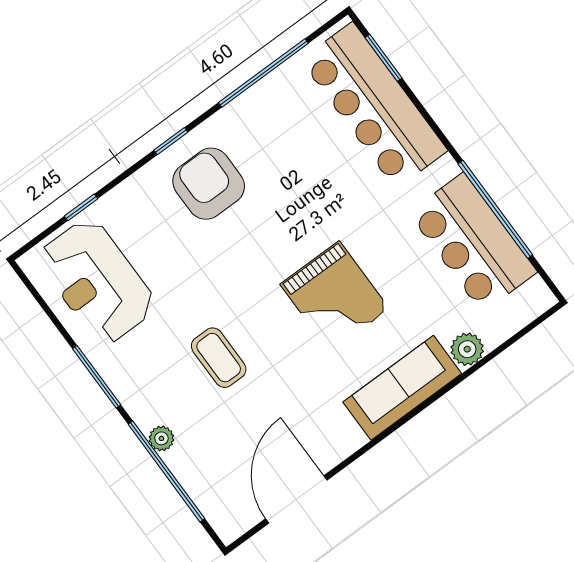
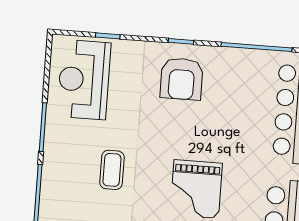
armchair: (209, 184) -> (182, 79), turned 180
plant: (161, 438) -> (49, 186), removed

